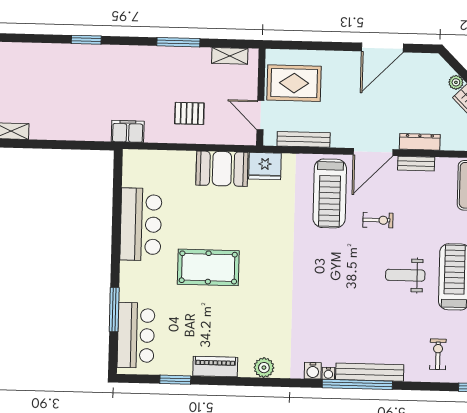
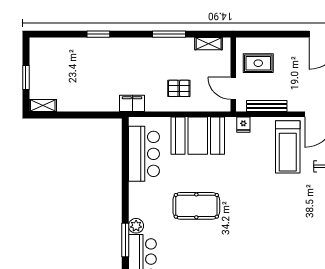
rug: (294, 83) -> (258, 63), width x0.73, depth x0.70
fridge: (265, 166) -> (243, 125), width x0.53, depth x0.75
booth: (222, 169) -> (198, 136), width x1.36, depth x1.42
bar counter: (141, 224) -> (144, 154), moved
plant: (129, 291) -> (136, 226), added

